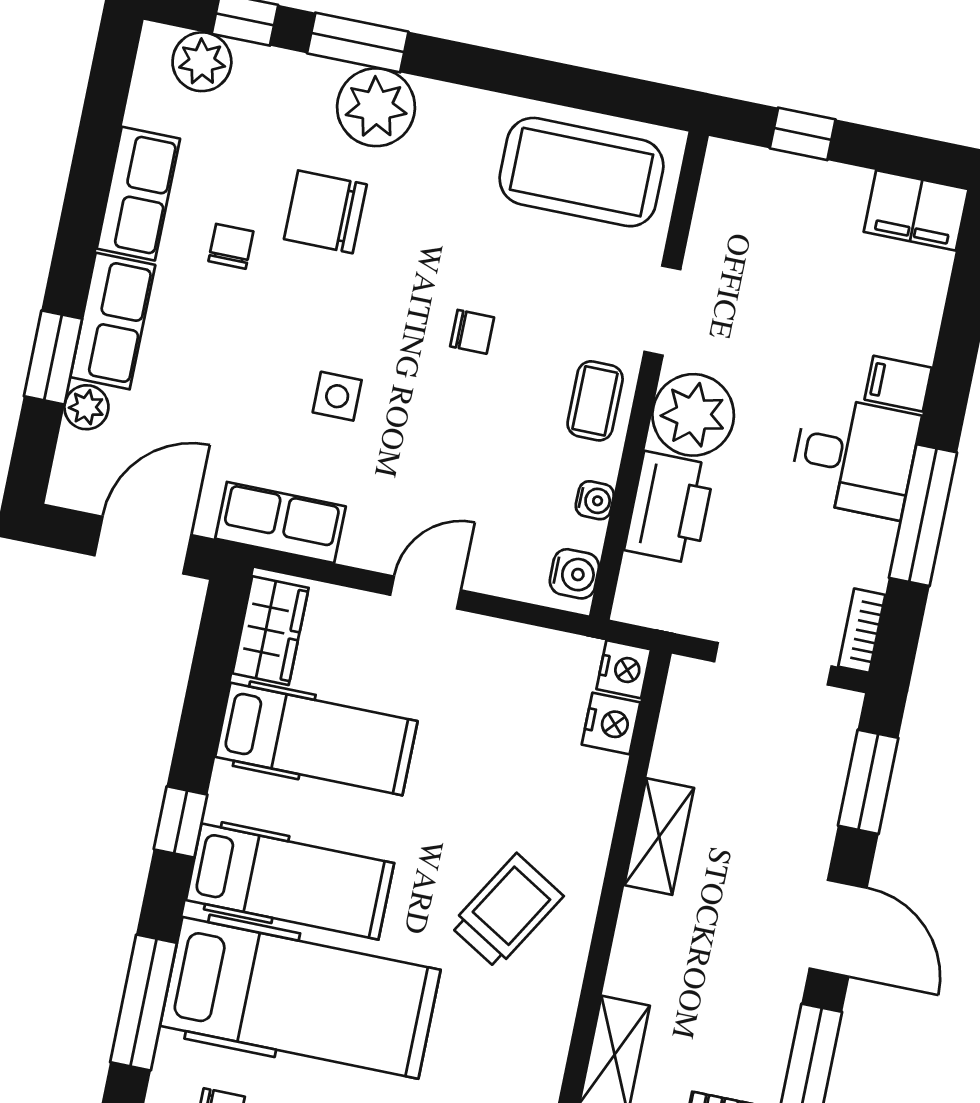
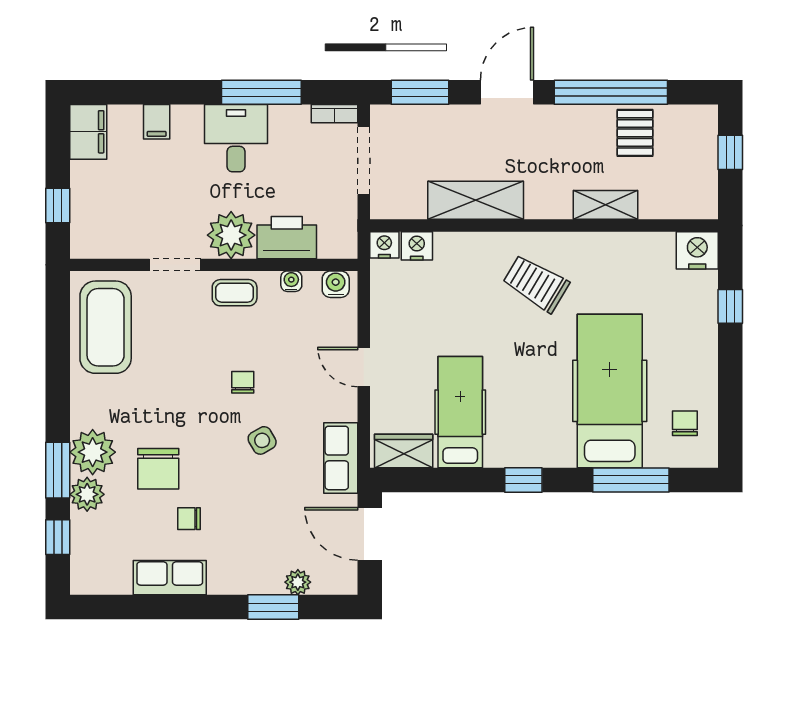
plant: (202, 62) -> (87, 494), moved
row of seats: (113, 321) -> (246, 577), removed
chair: (472, 332) -> (243, 382), moved
filing cabinet: (898, 384) -> (157, 122), moved
side table: (337, 396) -> (262, 440), turned -30
shelving: (659, 837) -> (476, 200), width x1.50, depth x1.33
hospital bed: (290, 882) -> (545, 410), removed

